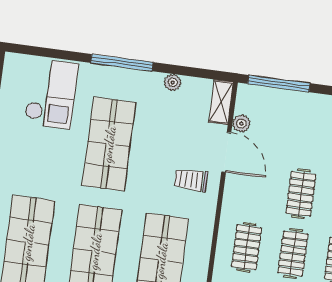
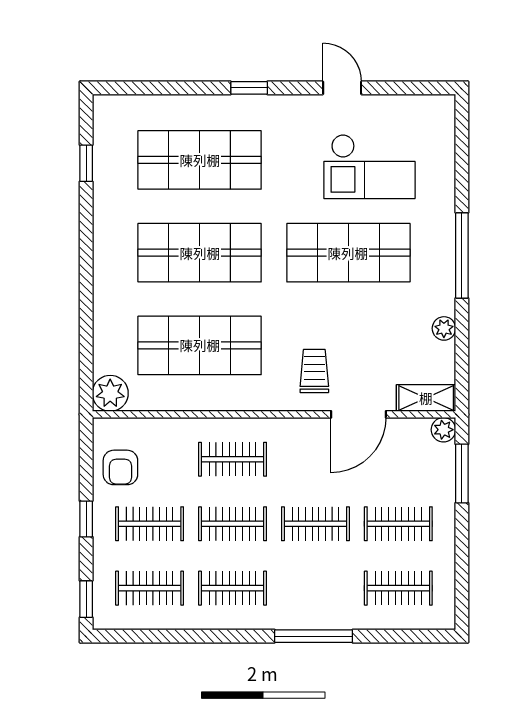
window: (279, 84) -> (462, 473), width x0.69
checkout: (51, 94) -> (369, 167), moved
plant: (241, 124) -> (443, 430), moved
clothes rail: (309, 134) -> (398, 524), added

